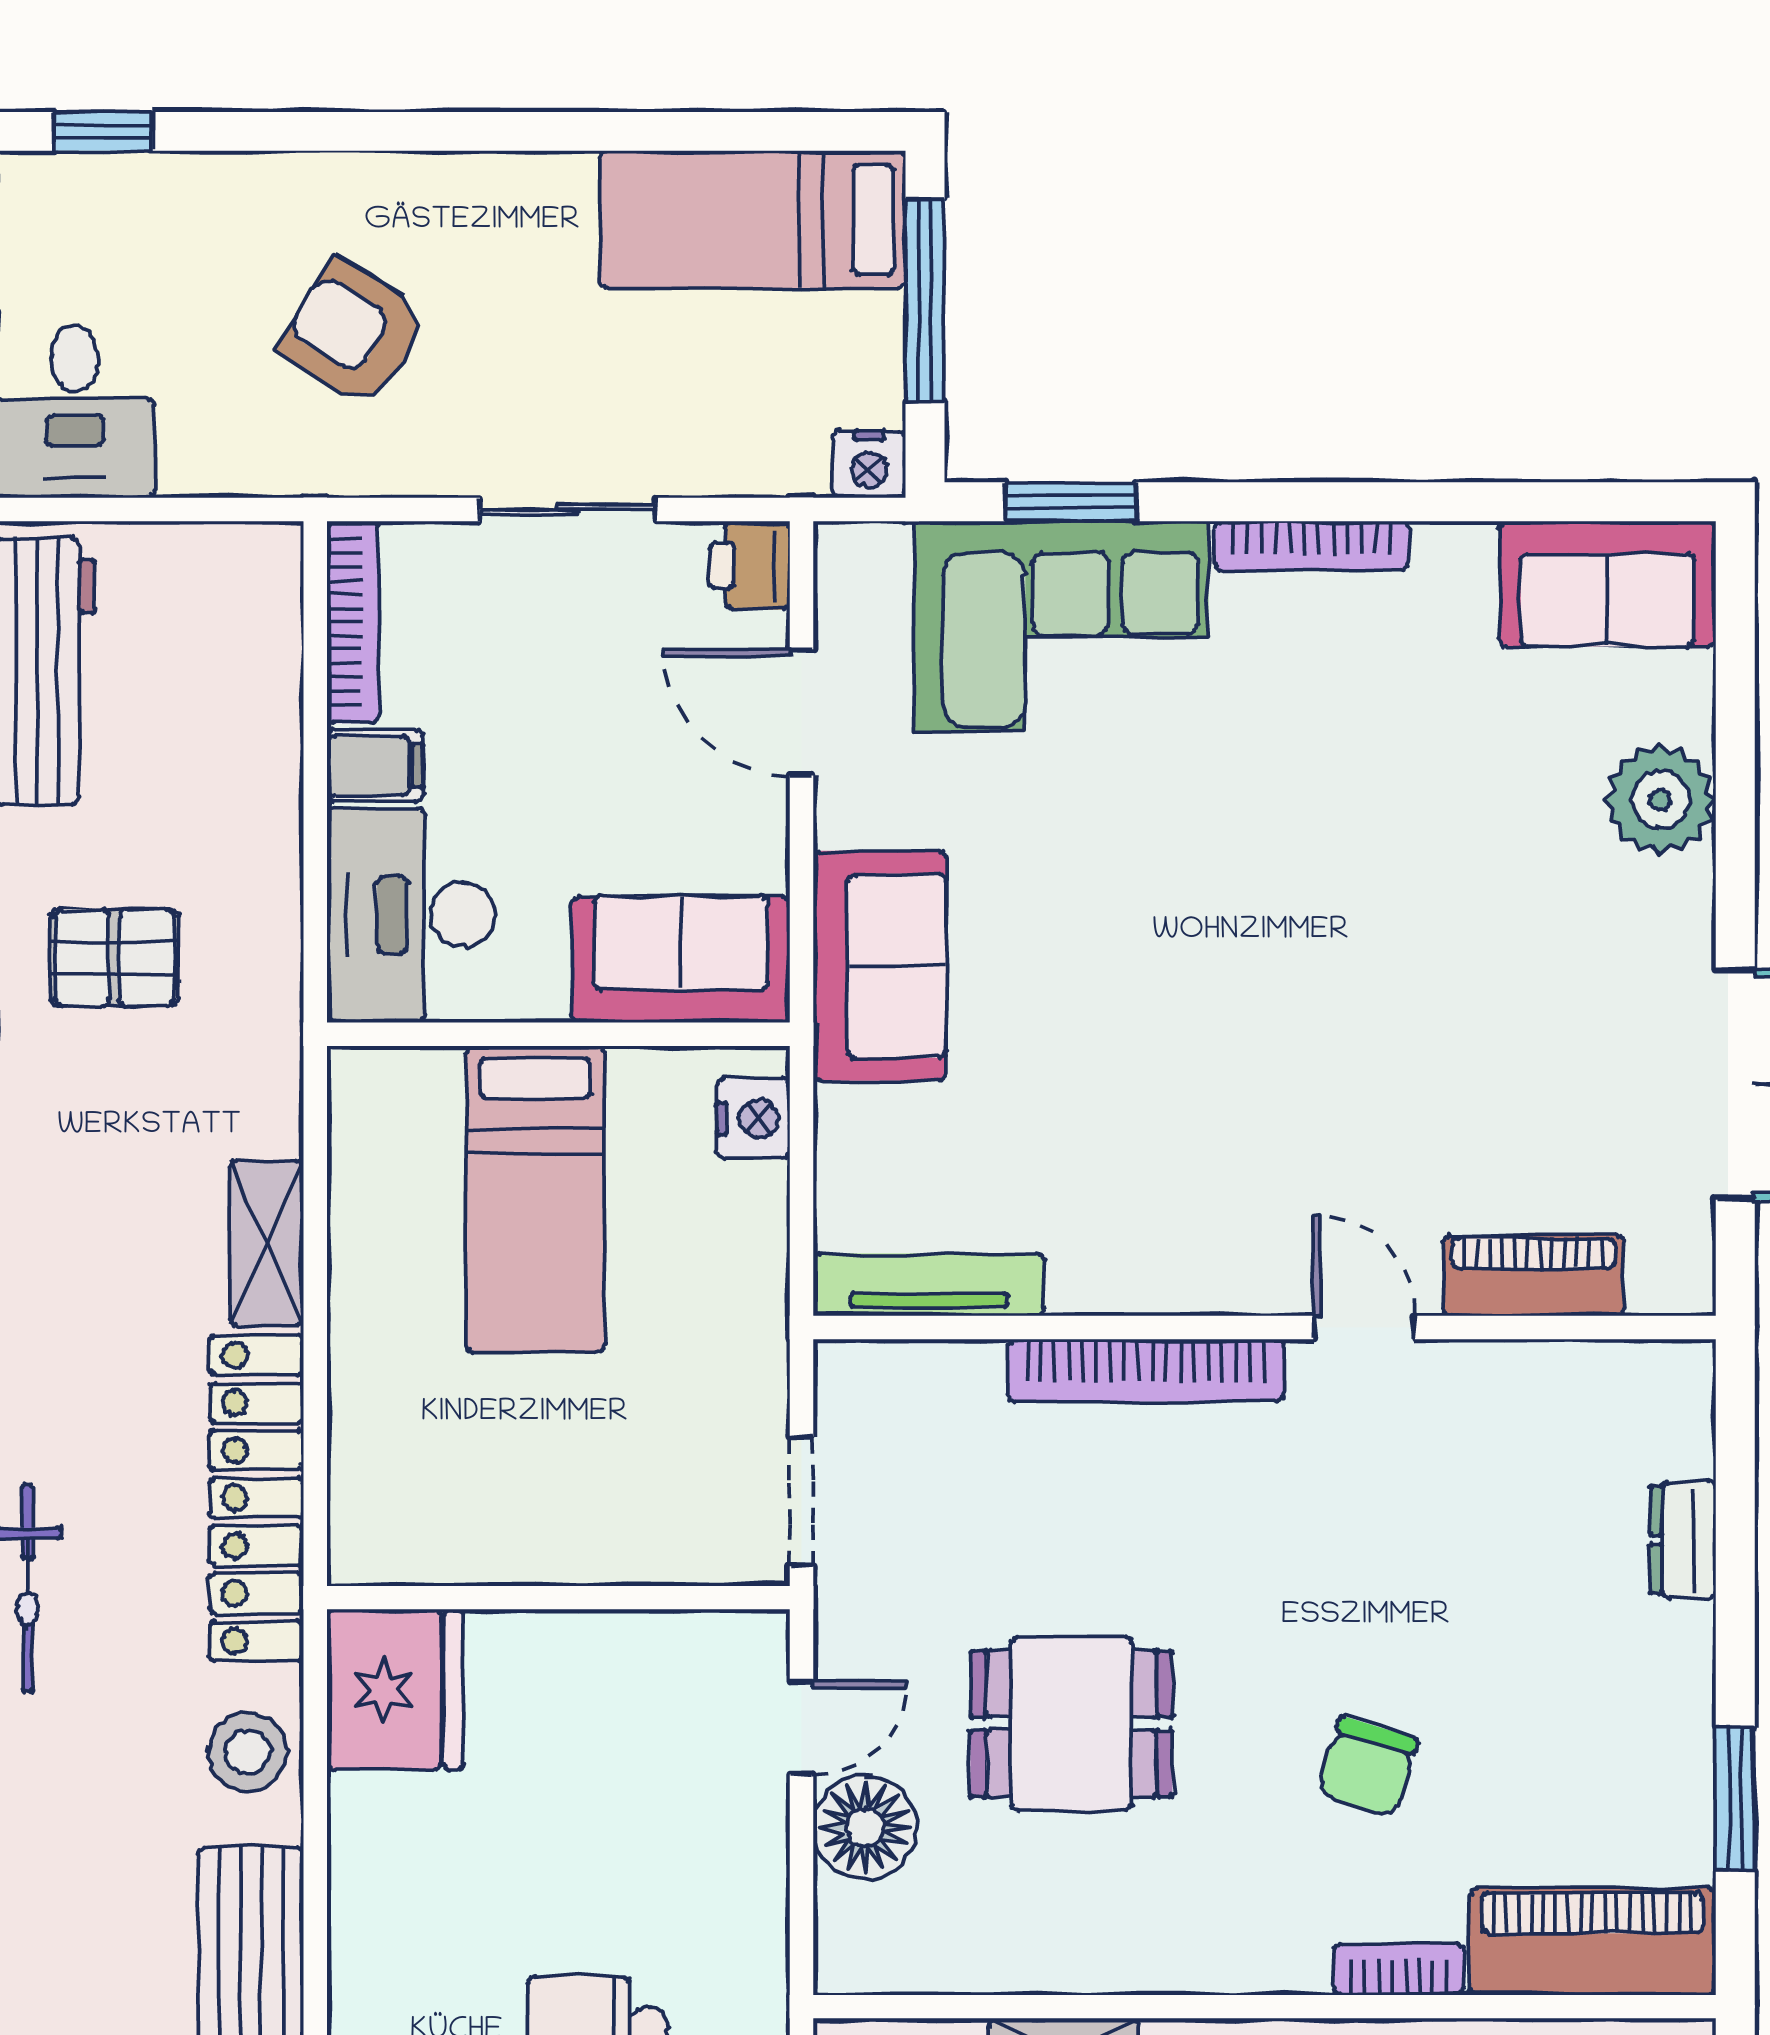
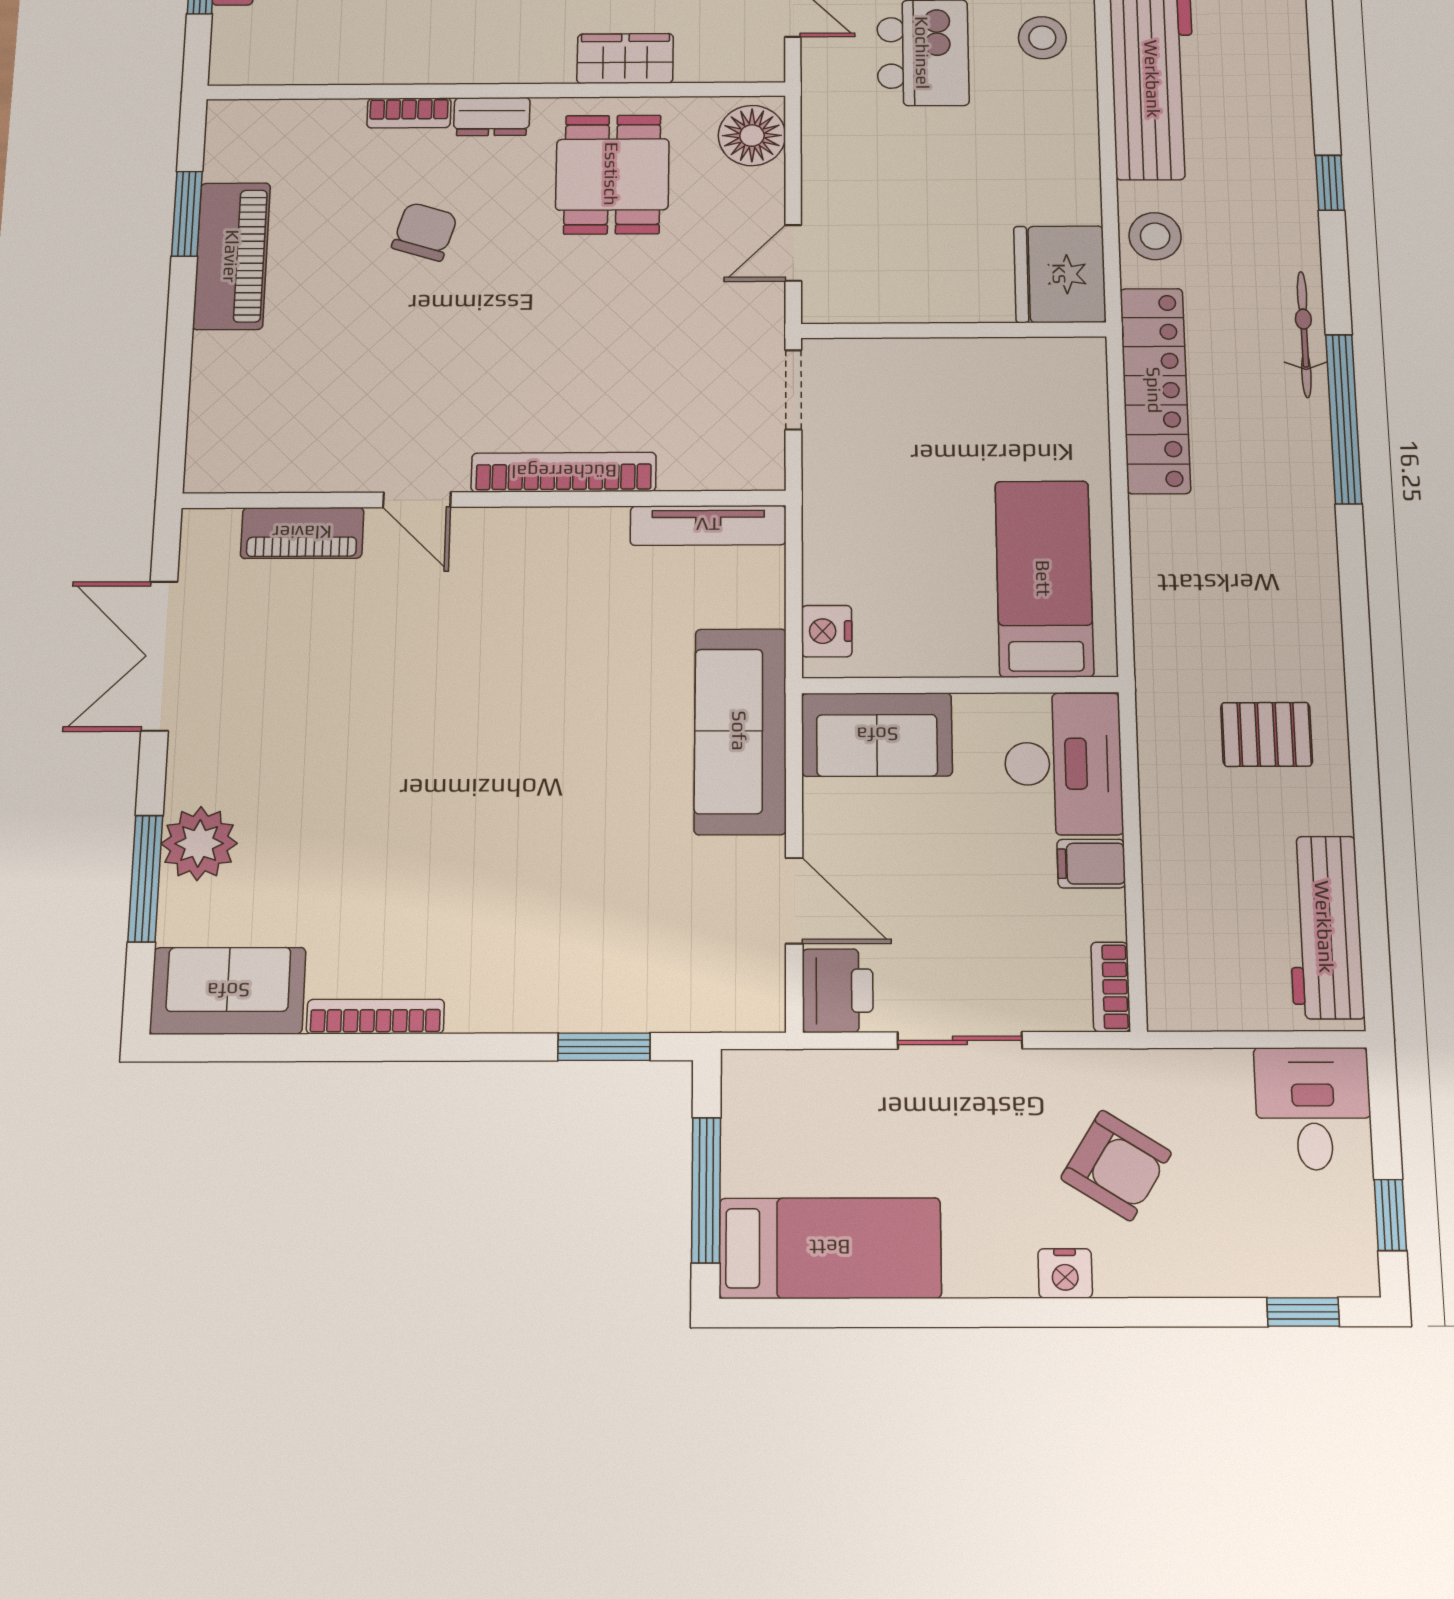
nightstand: (869, 464) -> (1065, 1273), moved, turned 180
bookcase: (1312, 546) -> (375, 1017), moved
printer: (750, 565) -> (838, 991), width x1.36, depth x1.24
bookcase: (353, 622) -> (1111, 987), width x0.64
corner sofa: (1061, 626) -> (612, 960), removed
window: (1735, 748) -> (145, 878), added
sofa: (879, 966) -> (740, 731), width x1.36
bed: (535, 1199) -> (1044, 578), moved
shelving: (267, 1243) -> (1155, 550), removed
dresser: (1683, 1540) -> (492, 117), moved, turned 90
dining table: (1071, 1724) -> (612, 174), moved, turned 90
floor lamp: (865, 1827) -> (752, 136), moved
piano: (1593, 1942) -> (232, 256), moved, turned -90

